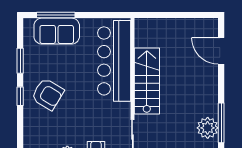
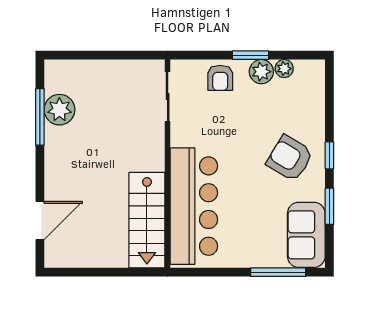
sofa: (57, 31) -> (306, 235), moved, turned -90
door: (221, 51) -> (40, 220), hinge flipped
stairs: (147, 81) -> (147, 220), moved

